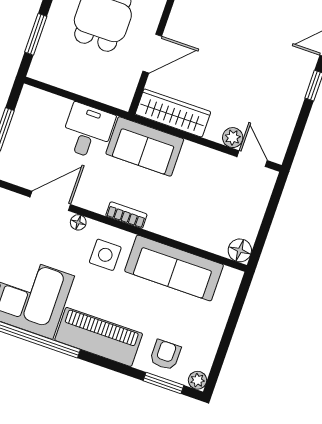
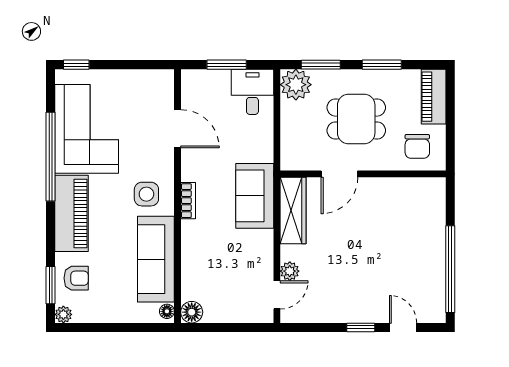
door: (152, 54) -> (339, 174), hinge flipped
plant: (47, 66) -> (296, 85), added
desk: (88, 131) -> (252, 92), moved, turned -90
floor lamp: (78, 222) -> (167, 311), moved

